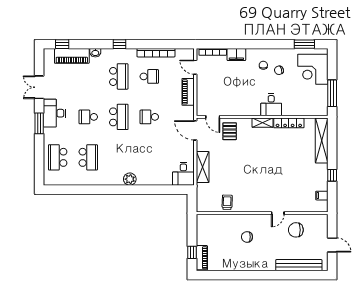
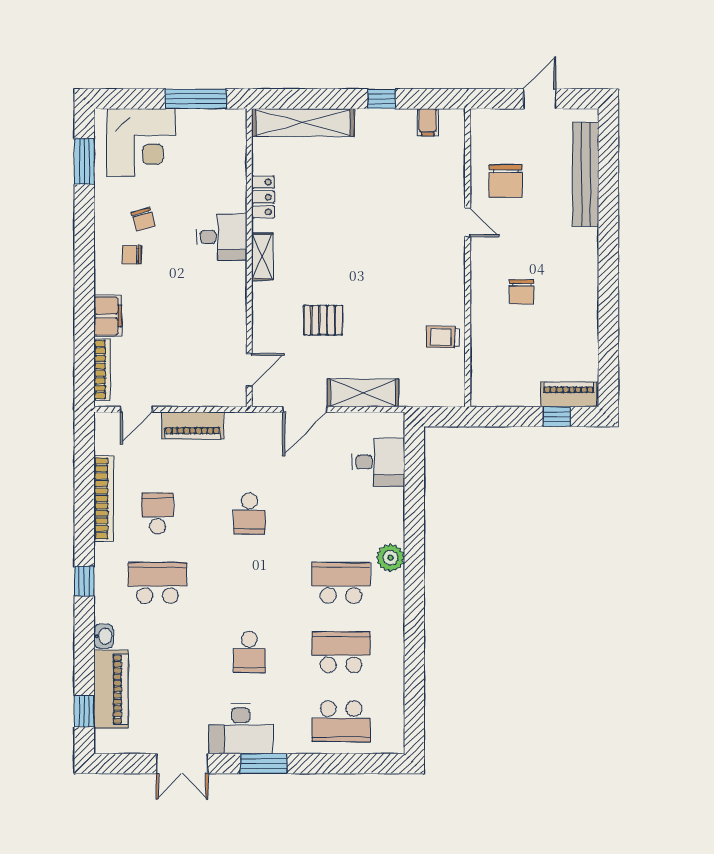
school desk: (119, 117) -> (341, 583), moved
locker: (289, 123) -> (263, 197), width x0.66
door: (195, 130) -> (305, 409), moved
pallet: (230, 131) -> (323, 320), moved
desk: (183, 174) -> (378, 462), moved

